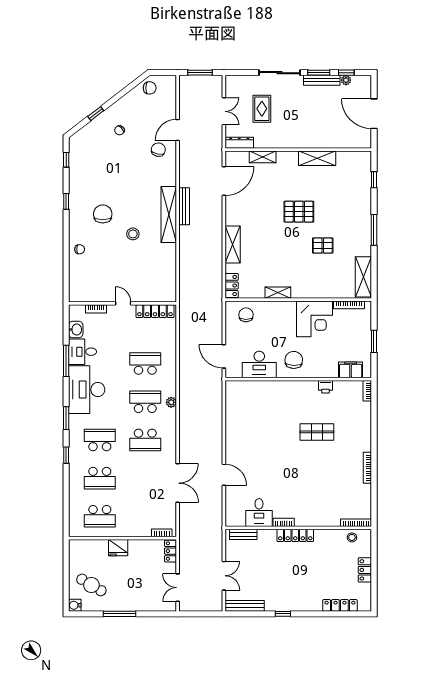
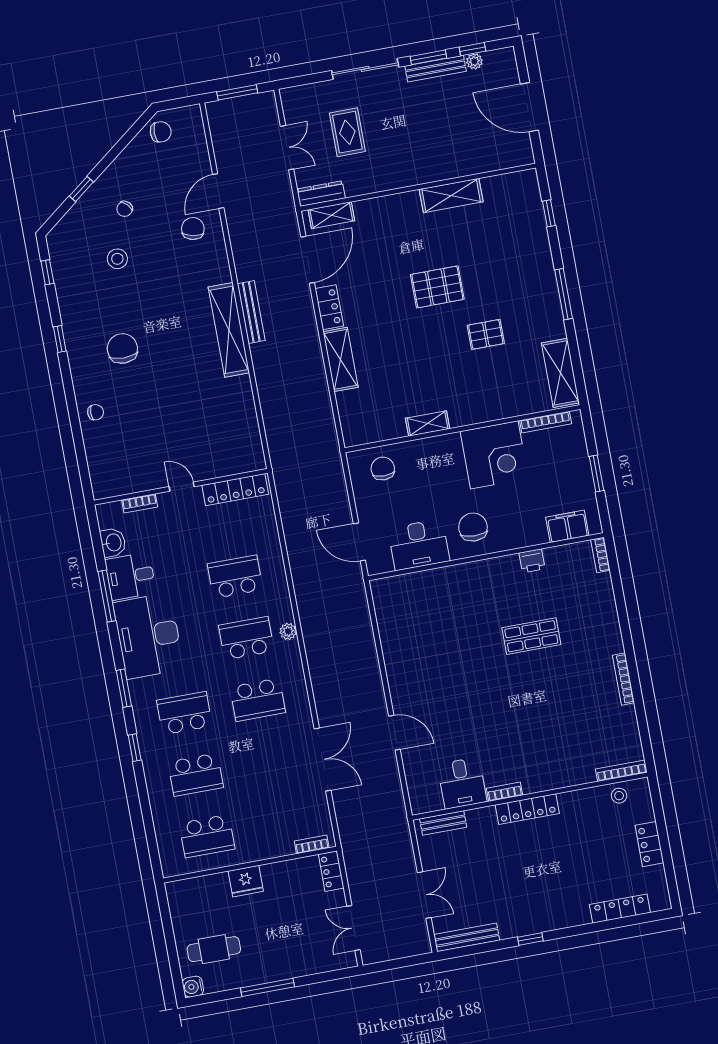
shelving: (263, 157) -> (331, 215), moved
stool: (133, 234) -> (117, 259), moved
locker: (232, 285) -> (329, 307), moved
cafe table: (91, 585) -> (214, 949), turned -31

